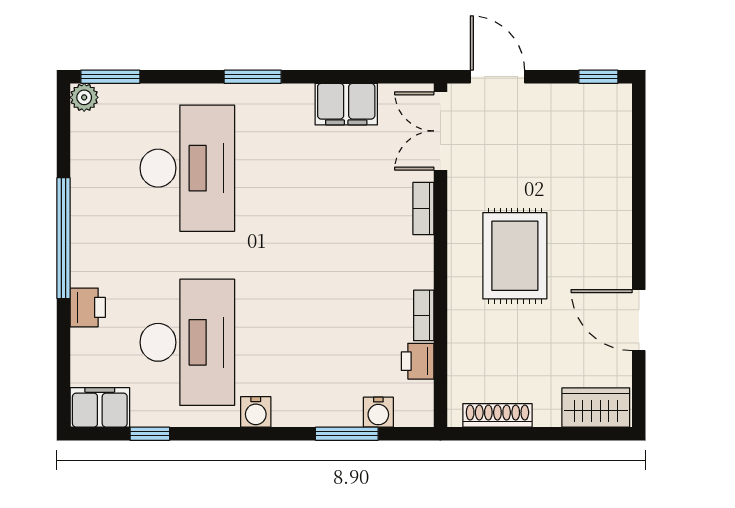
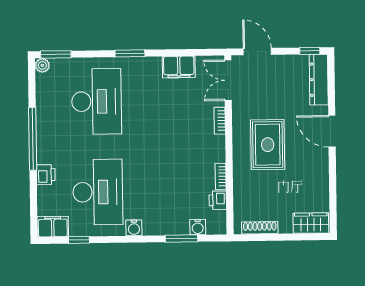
dresser: (615, 132) -> (319, 80), added
door: (639, 320) -> (332, 131), moved

